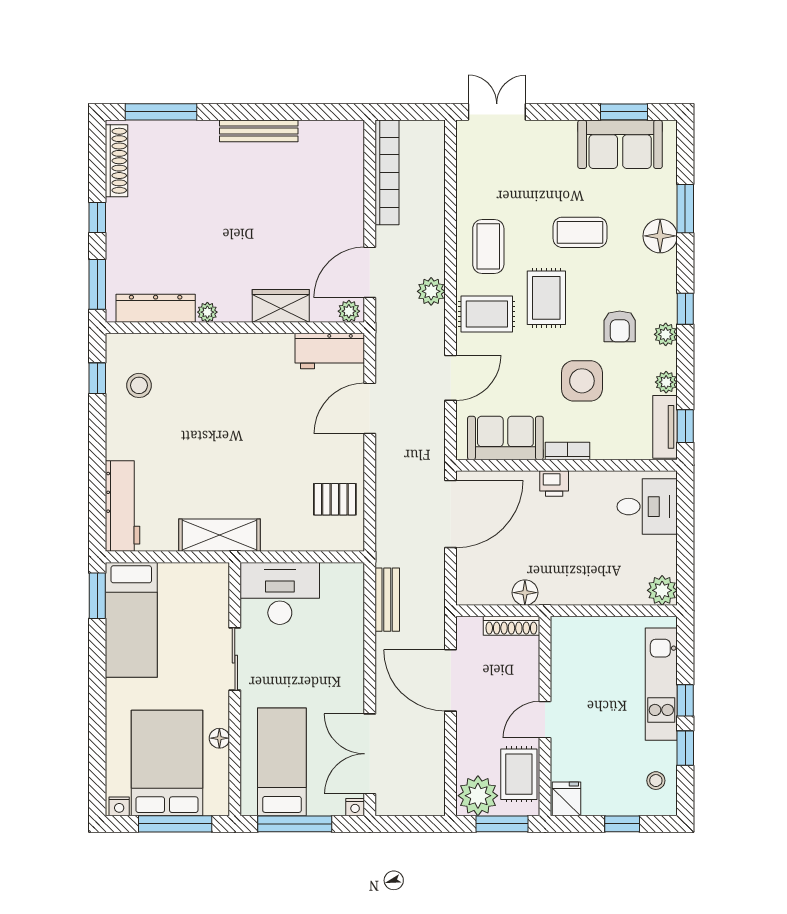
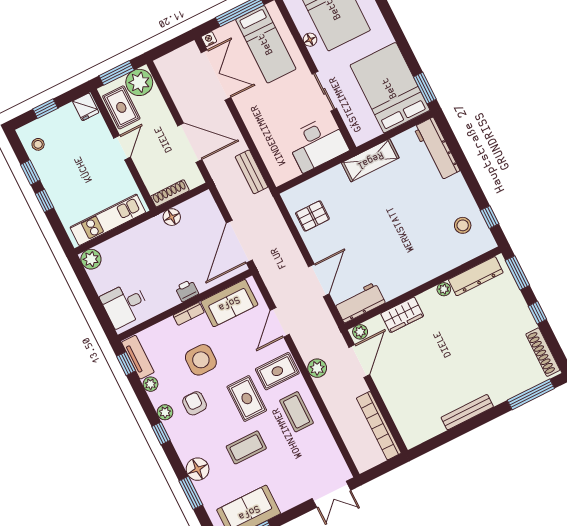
bed: (131, 620) -> (390, 88), width x1.50
kitchen unit: (661, 684) -> (108, 220), moved, turned -90

